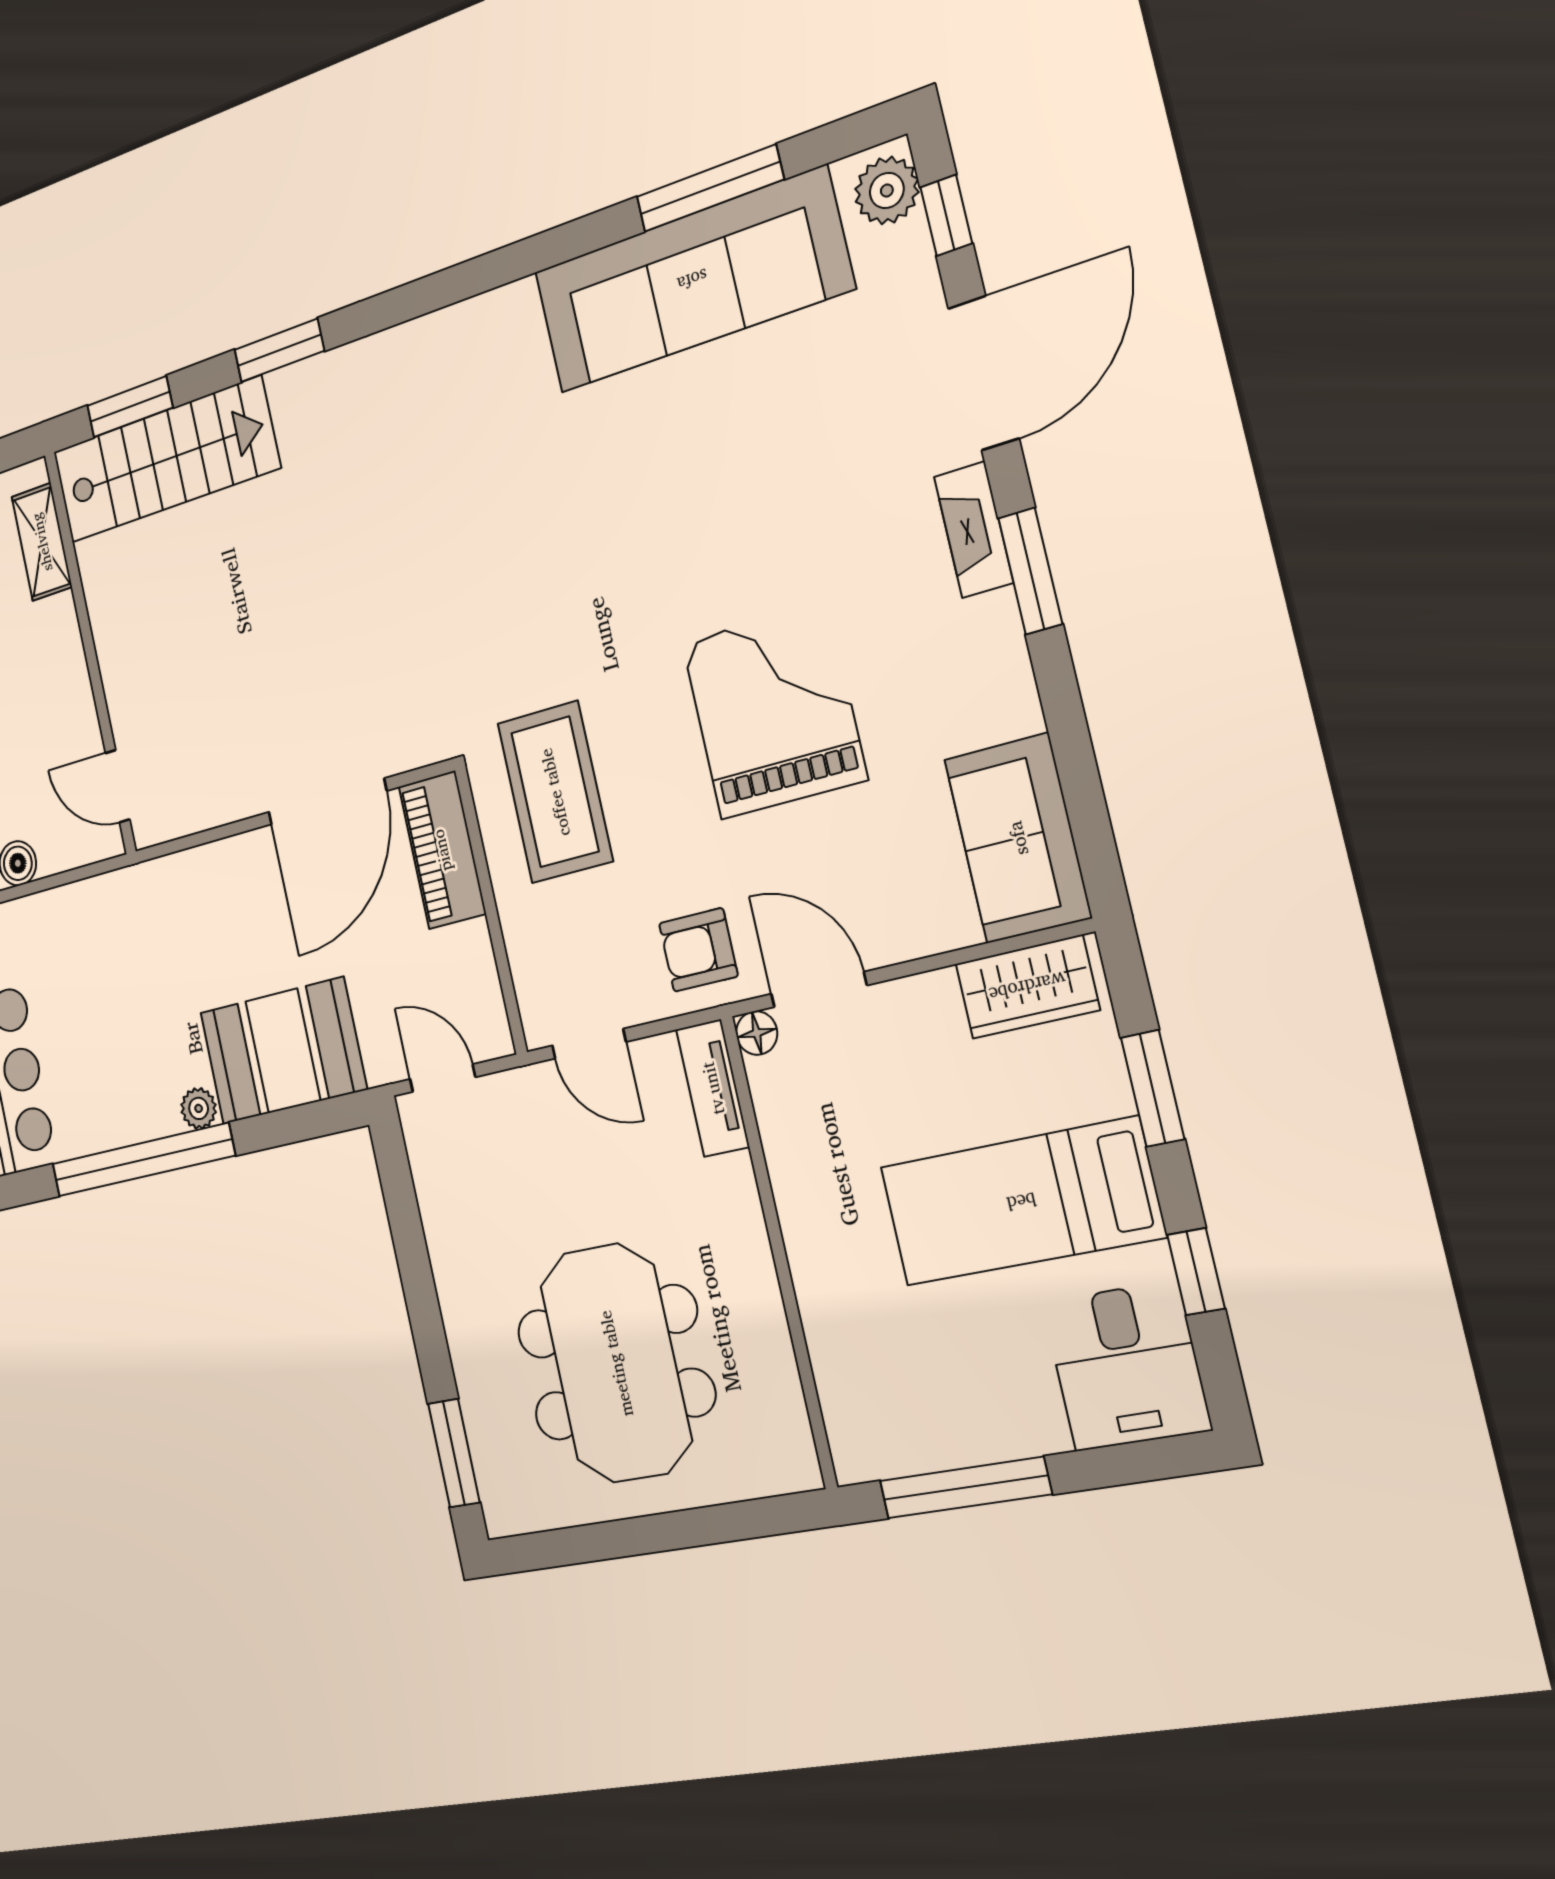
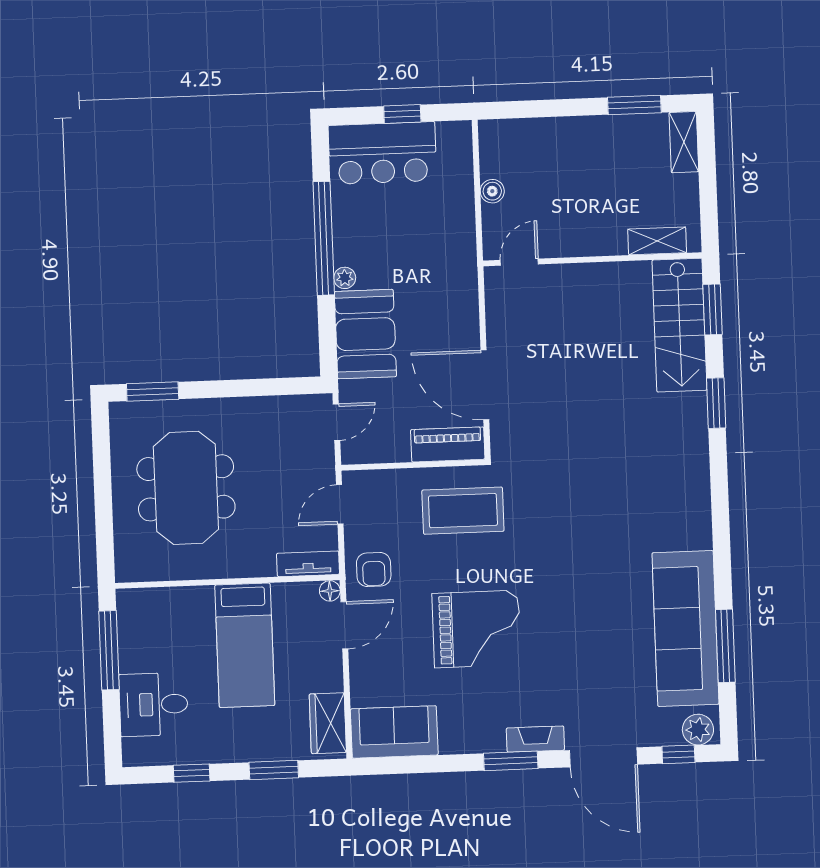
armchair: (698, 950) -> (374, 569), turned 180
bed: (1021, 1202) -> (245, 645), moved, turned 180
meeting table: (616, 1363) -> (186, 488), turned 90
desk: (1126, 1366) -> (154, 704), moved

